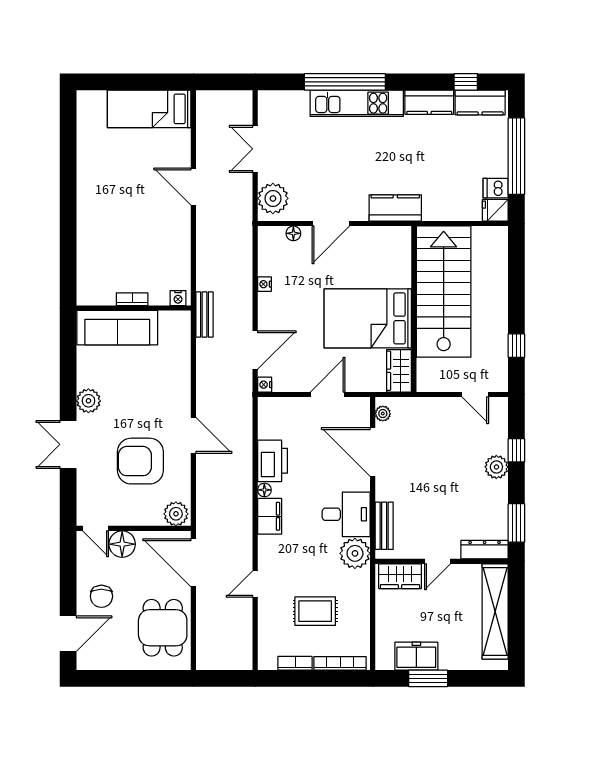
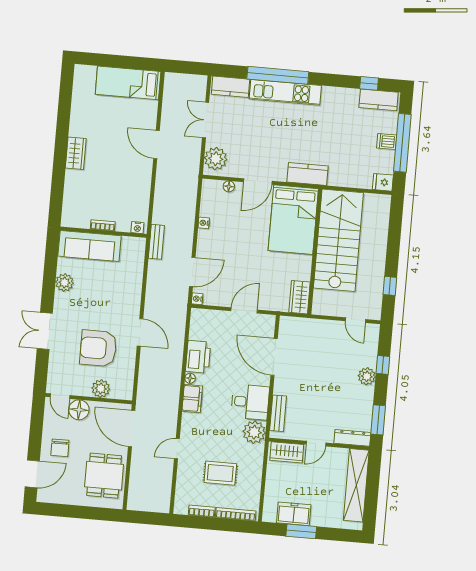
kitchen counter: (429, 102) -> (231, 87), moved
dishwasher: (496, 188) -> (387, 141), moved
wardrobe: (88, 207) -> (76, 153), added
bed: (368, 318) -> (293, 220), moved, turned -90
plant: (88, 401) -> (64, 283), moved
plant: (383, 414) -> (284, 328), removed
plant: (176, 514) -> (101, 389), moved

